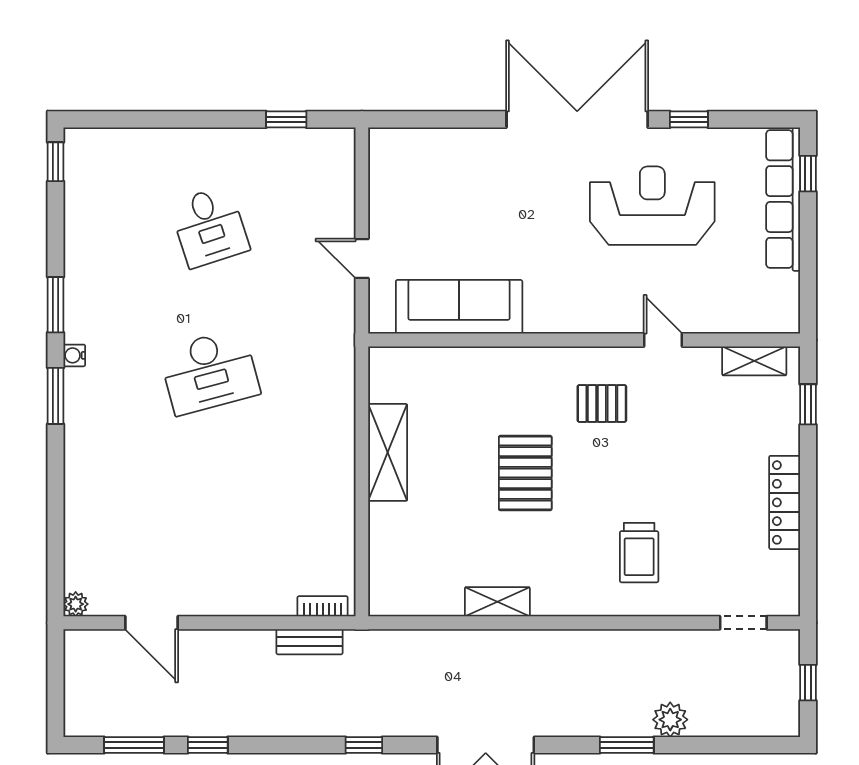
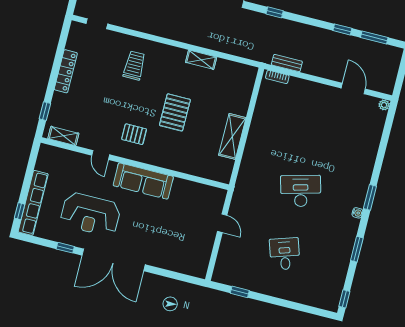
window: (55, 305) -> (357, 249), moved
sofa: (459, 307) -> (143, 181), moved

